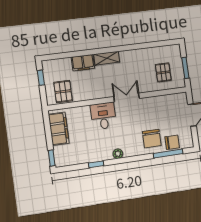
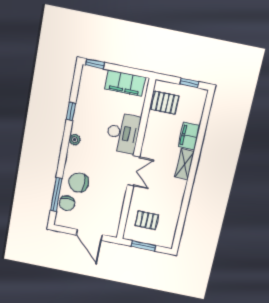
desk: (103, 116) -> (123, 133), width x1.37

